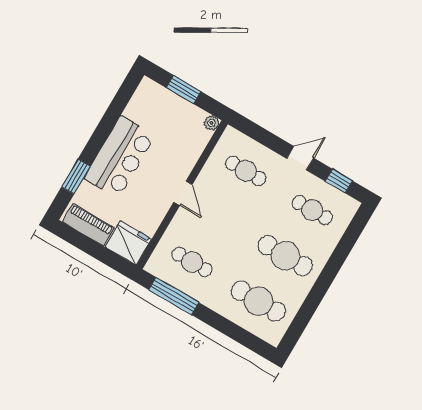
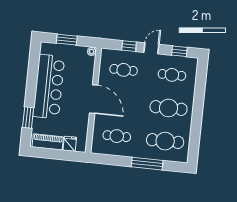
window: (269, 140) -> (129, 46), added
bar counter: (120, 157) -> (49, 87), width x1.36
door: (183, 193) -> (94, 99), width x1.88
fridge: (128, 243) -> (70, 144), width x0.53, depth x0.75
window: (174, 296) -> (147, 164), moved

